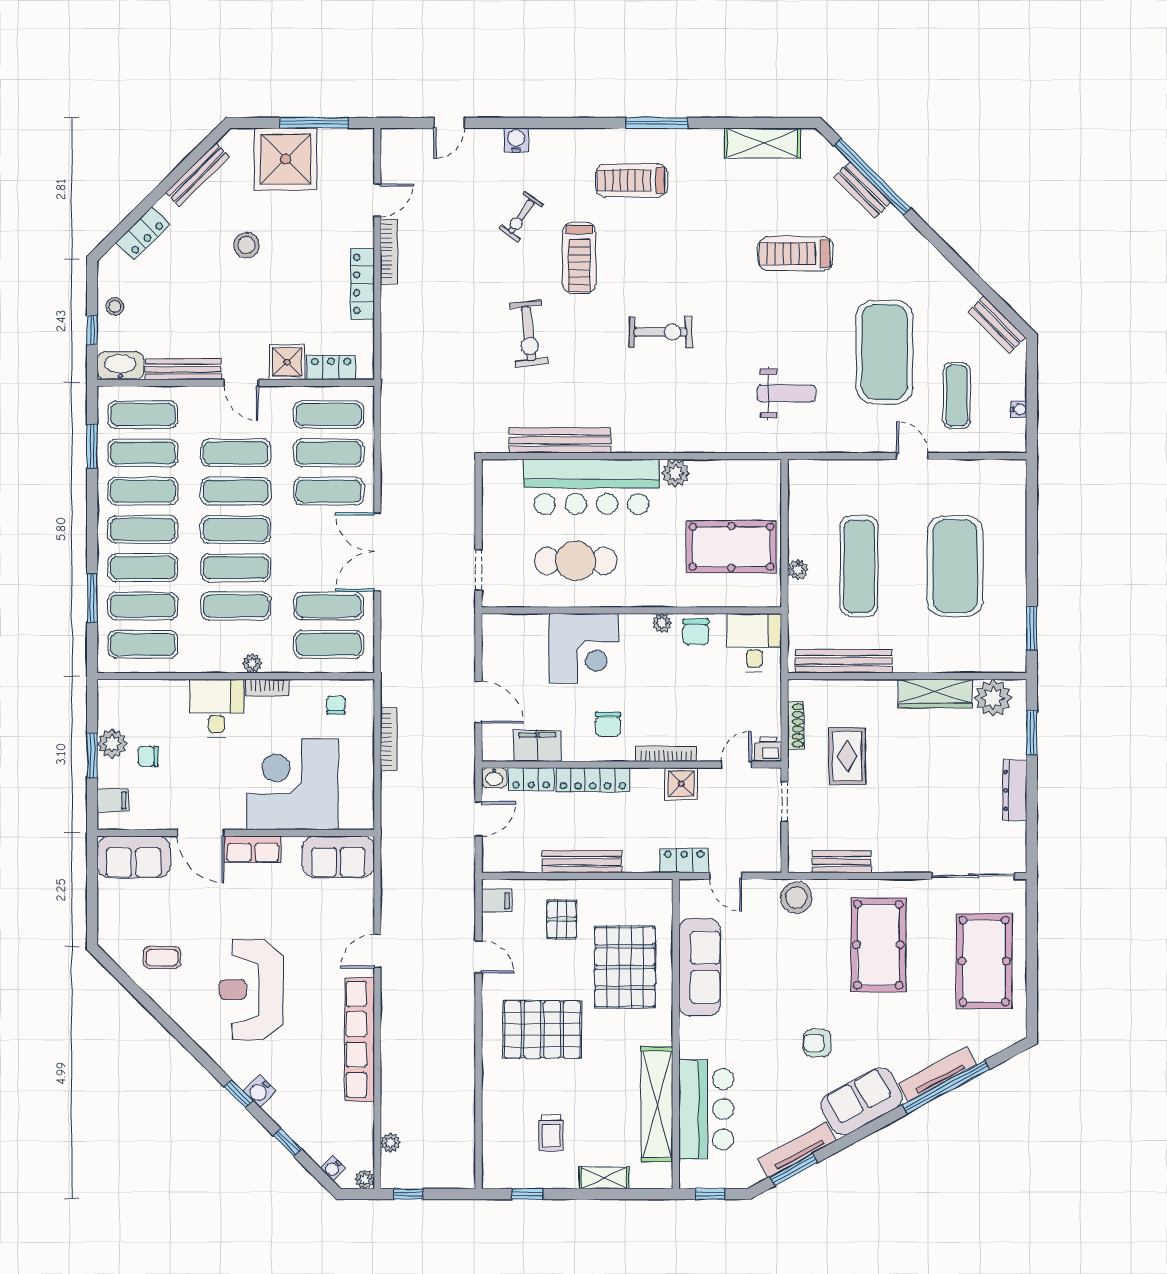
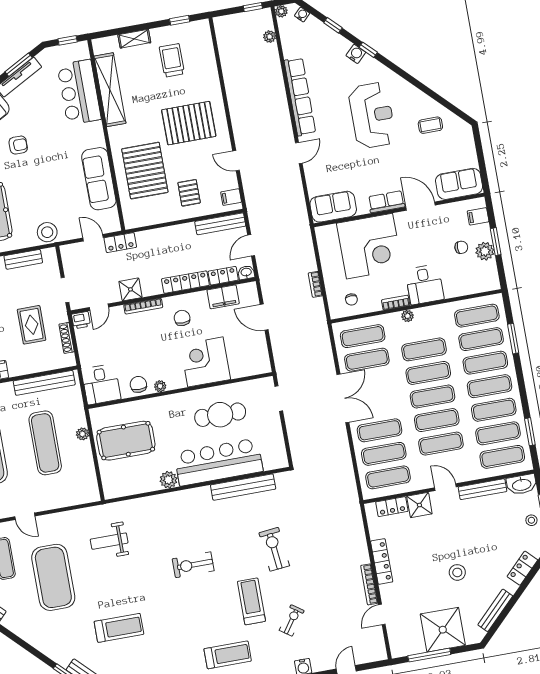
bookcase: (388, 739) -> (315, 284), width x0.64
bench: (582, 862) -> (220, 224), moved
trolley: (551, 1133) -> (172, 60), width x1.36, depth x1.39

